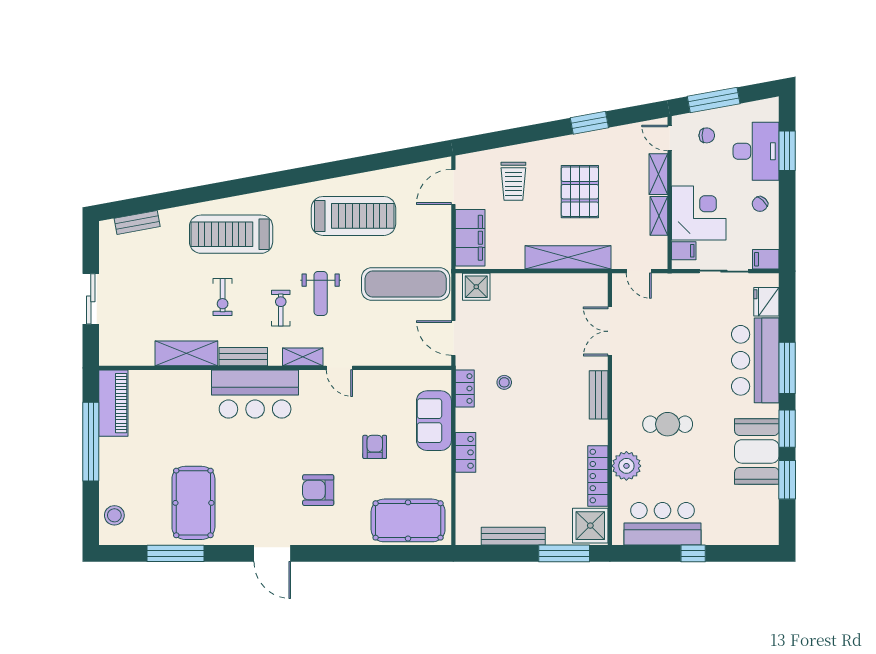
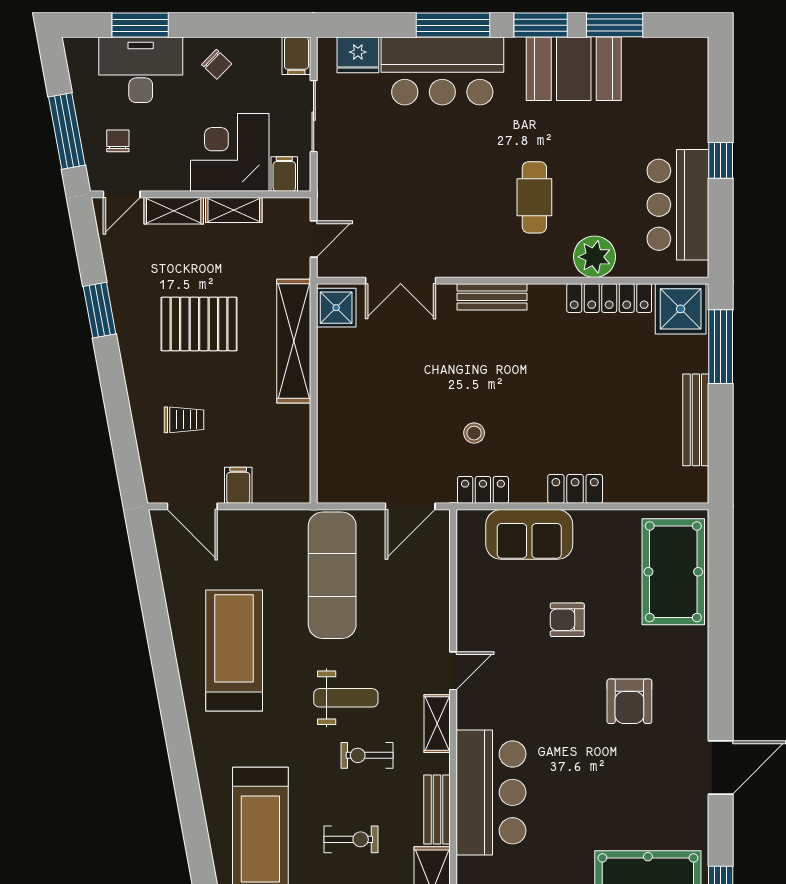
trolley: (513, 181) -> (184, 420), width x0.73, depth x0.72
filing cabinet: (470, 238) -> (238, 485), width x0.33, depth x0.86
shower: (476, 287) -> (336, 308), moved

